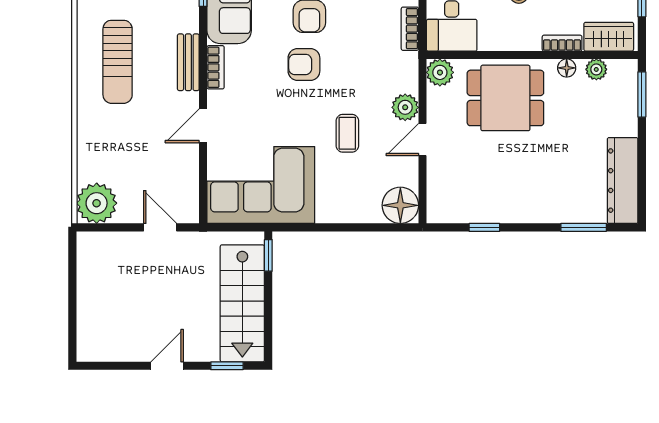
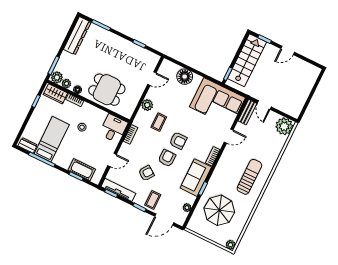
bench: (188, 62) -> (247, 112), moved
plant: (440, 72) -> (57, 77), moved
coffee table: (347, 133) -> (159, 122), moved
door: (422, 140) -> (152, 79), moved
floor lamp: (400, 205) -> (185, 77), moved

